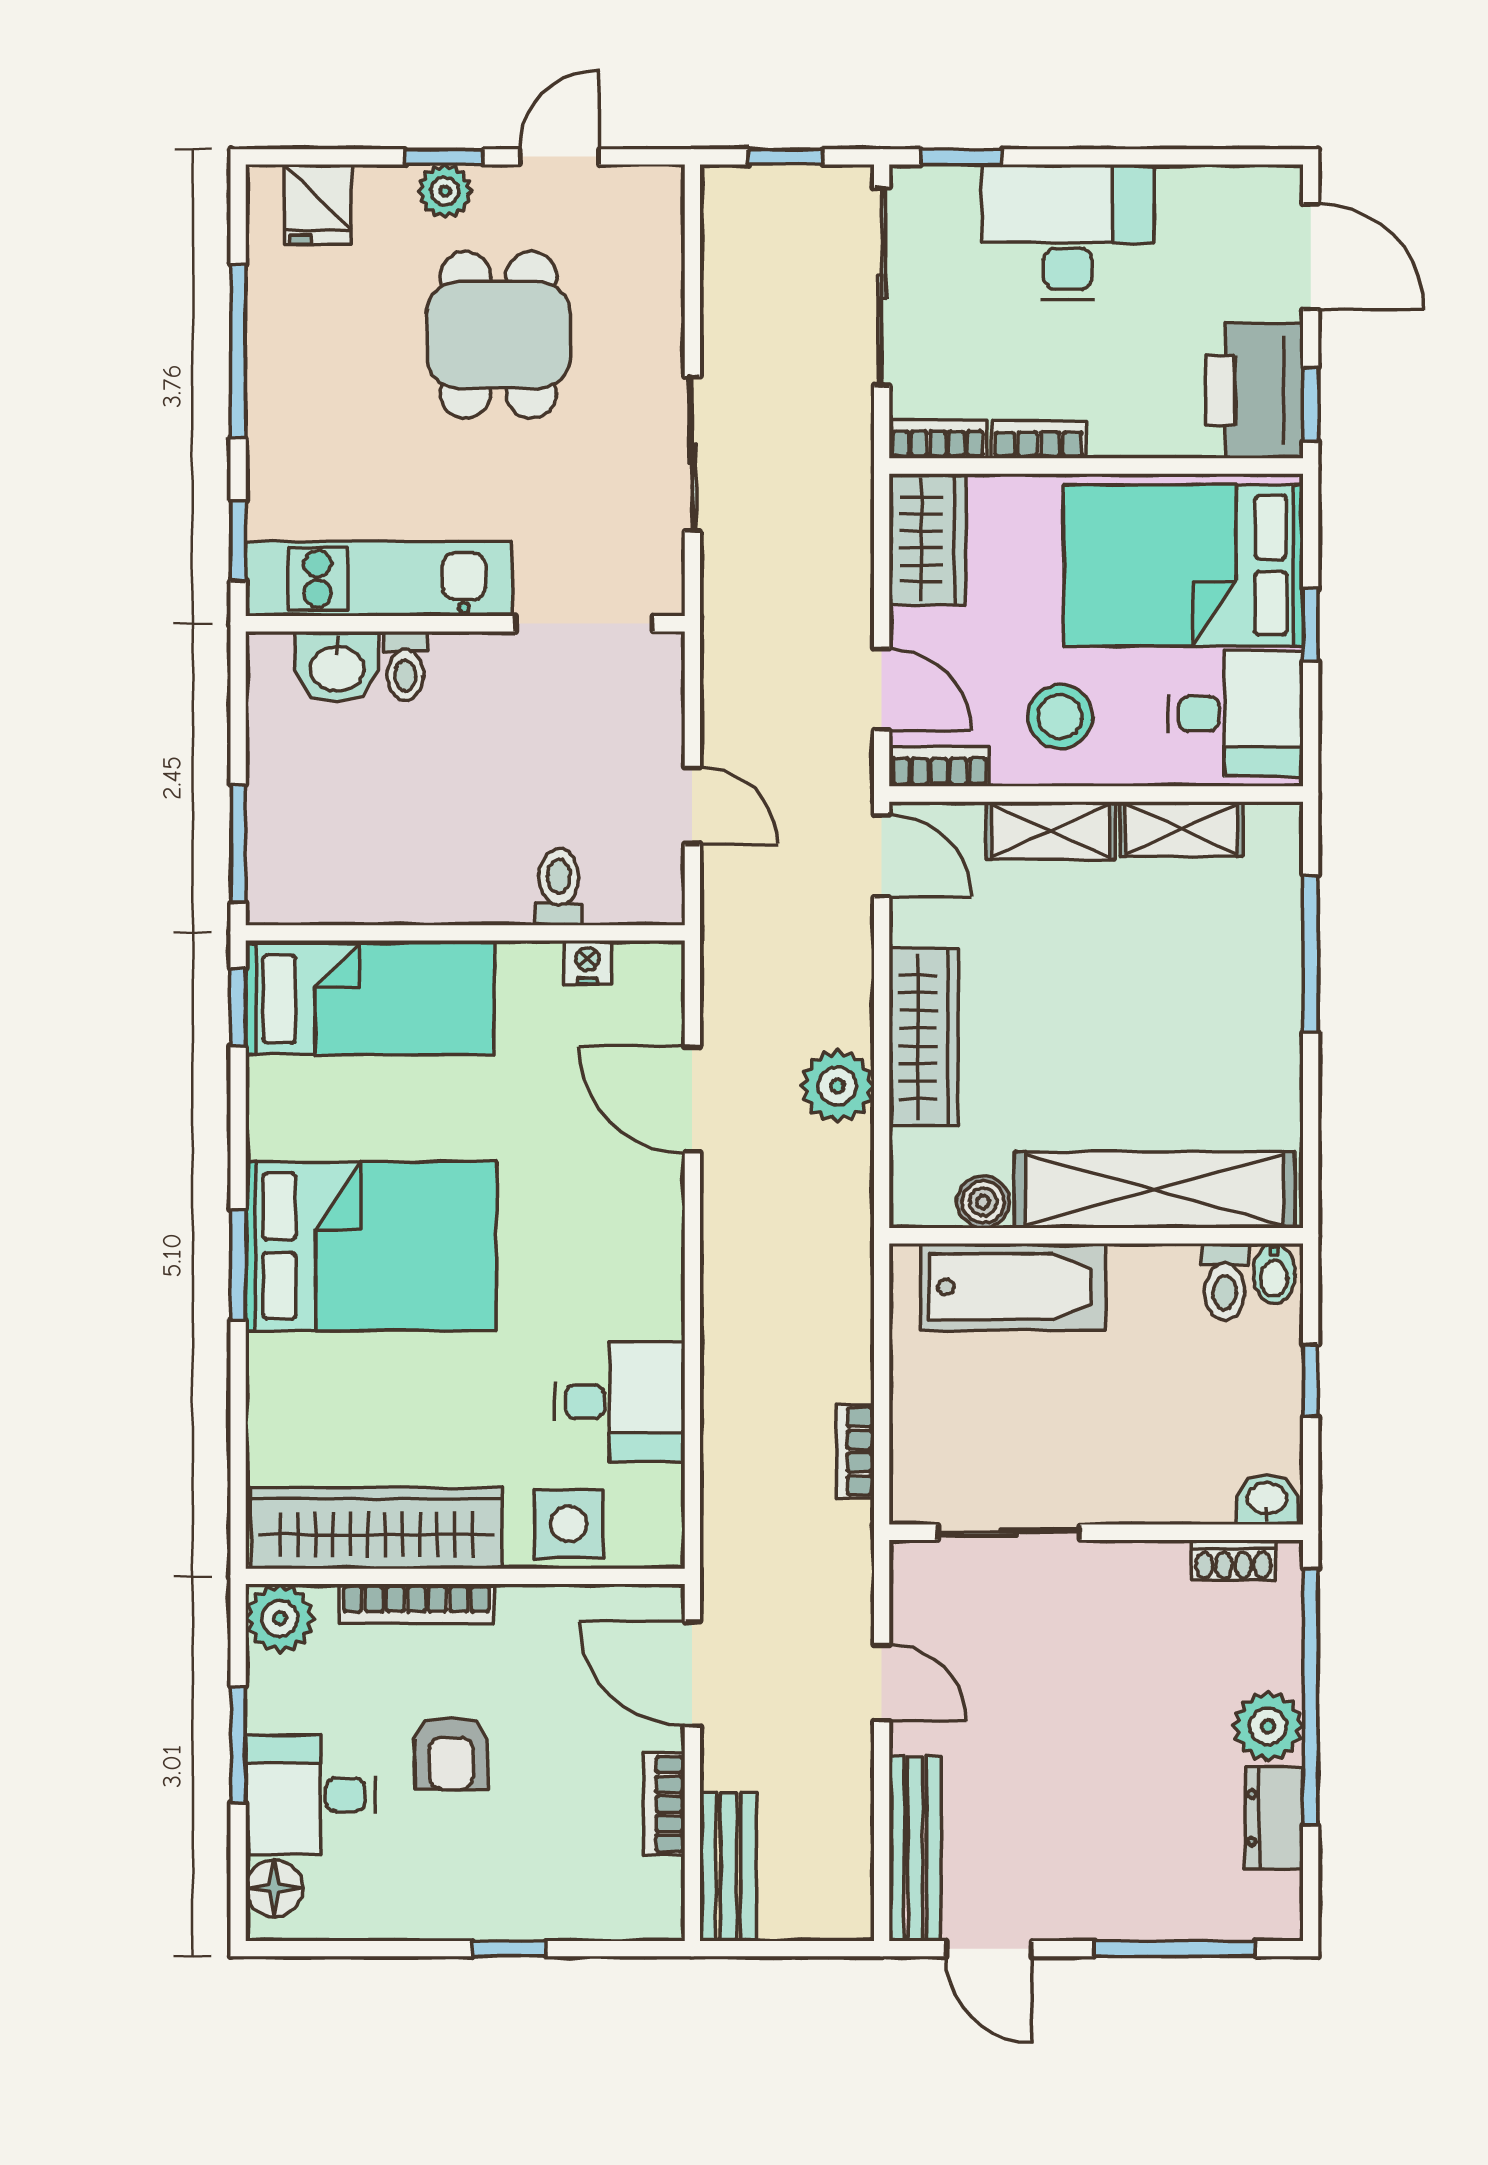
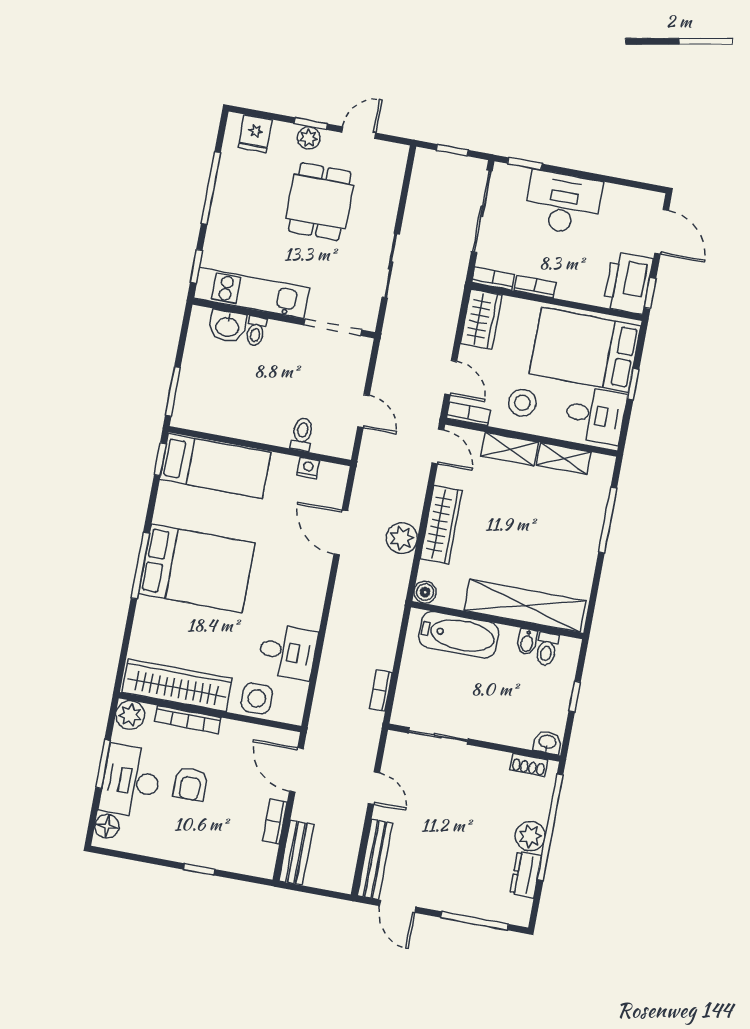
boiler: (983, 1202) -> (425, 592), moved
window: (238, 1265) -> (140, 566), width x1.44
bidet: (1274, 1274) -> (527, 642), moved
desk: (310, 1795) -> (131, 781), width x1.37

